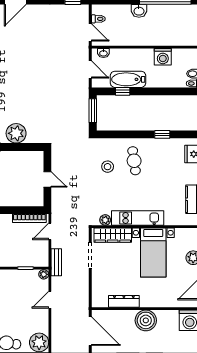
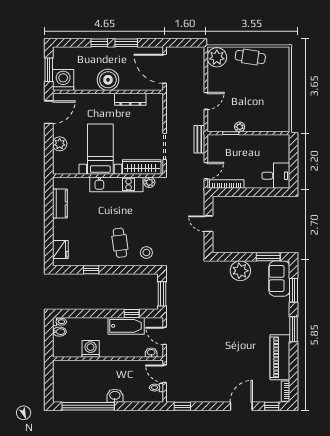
stool: (108, 167) -> (146, 253), moved
plant: (44, 274) -> (240, 127), moved

